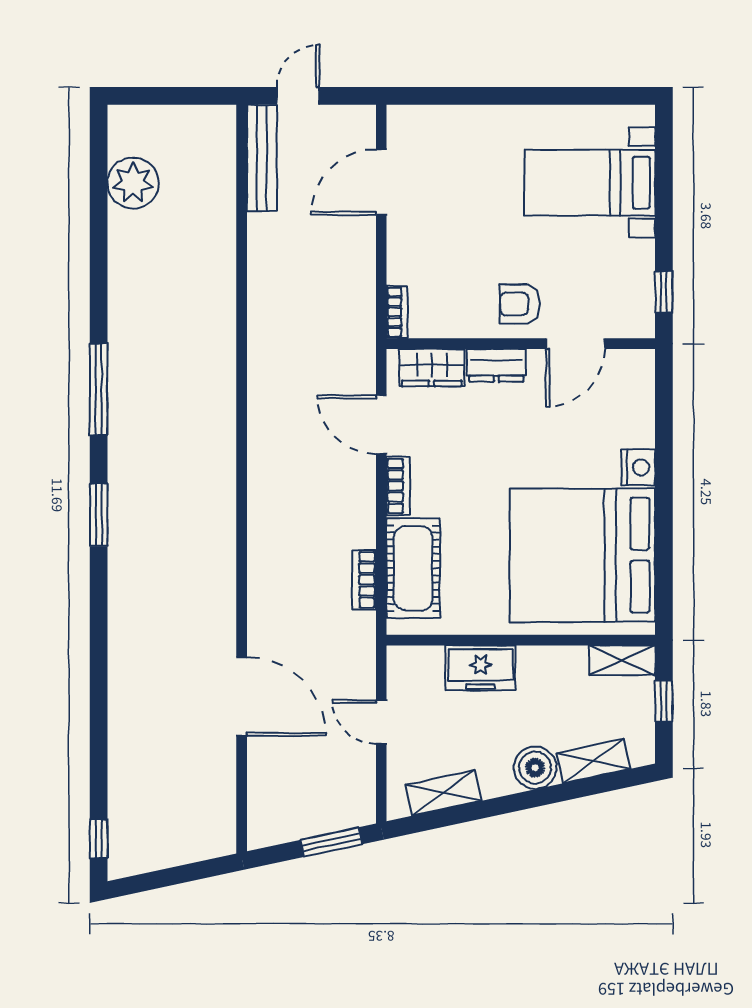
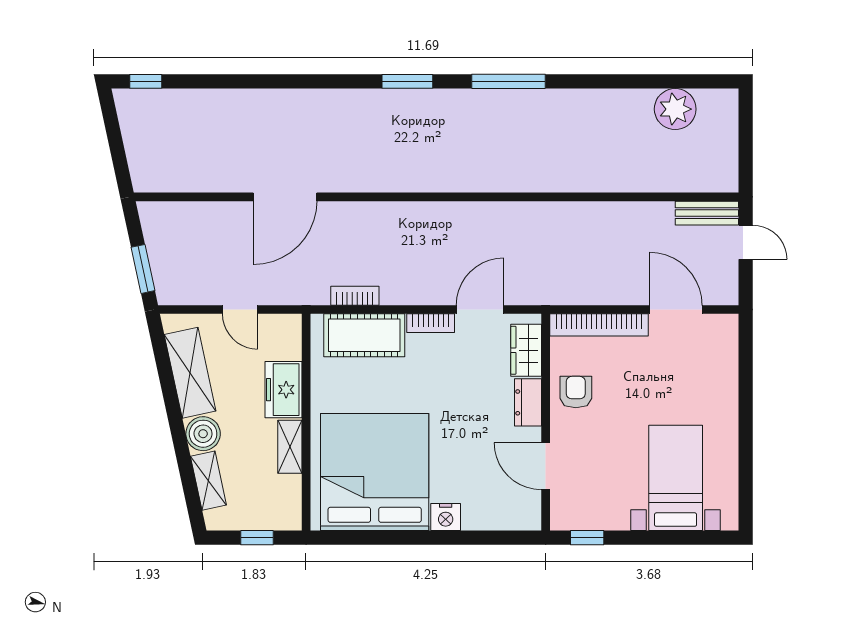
bench: (262, 158) -> (707, 213), width x0.73
armchair: (520, 304) -> (576, 392), moved
bookcase: (397, 312) -> (599, 325), width x2.31, depth x1.31
shelving: (622, 660) -> (290, 447), moved
door: (242, 696) -> (285, 197), moved
door: (381, 722) -> (240, 309), swing flipped
shelving: (443, 793) -> (190, 373), width x1.50, depth x1.33

